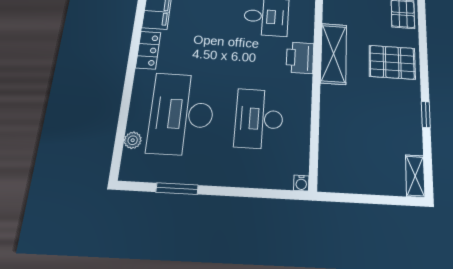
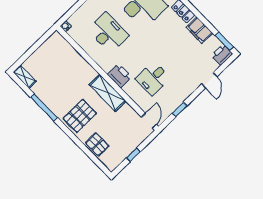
window: (426, 115) -> (44, 107), width x2.17

